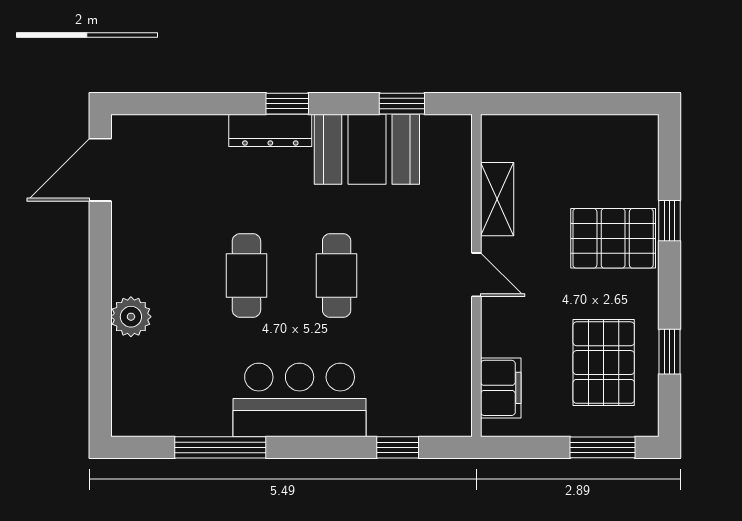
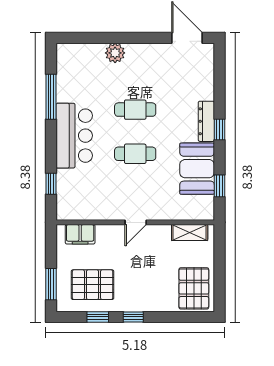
shelving: (497, 199) -> (190, 233), moved
window: (669, 221) -> (133, 317), moved
pallet: (613, 238) -> (194, 288), moved

